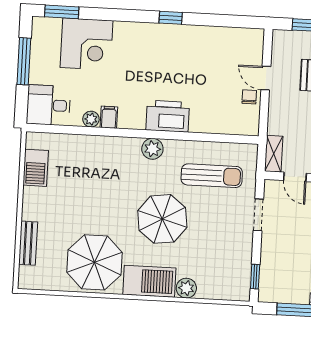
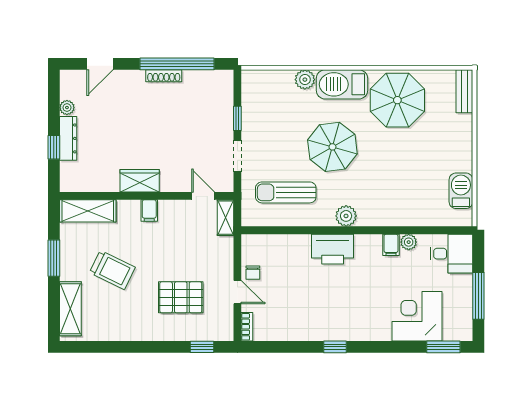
bookcase: (258, 43) -> (247, 327), added
bench: (28, 243) -> (464, 91), moved
window: (255, 277) -> (237, 118), moved

